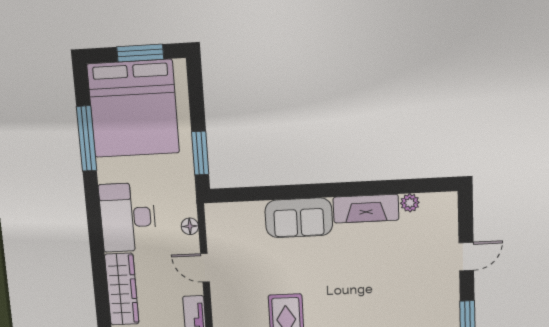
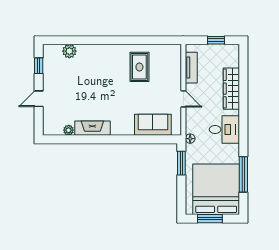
desk: (128, 217) -> (224, 130), width x0.73
sofa: (299, 218) -> (153, 125), moved
floor lamp: (190, 226) -> (190, 139), moved

